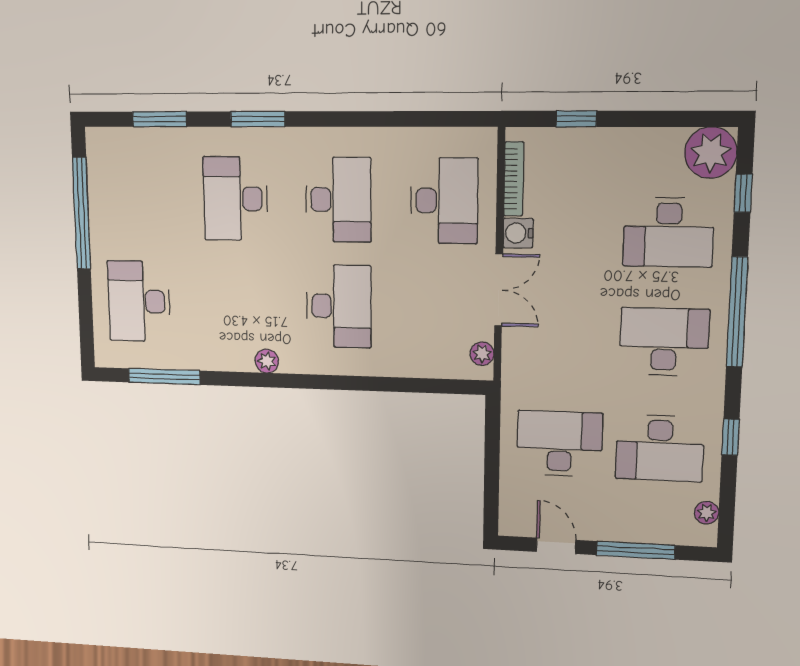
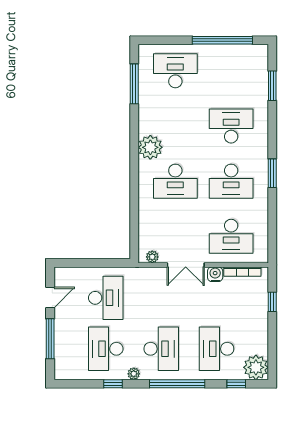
window: (258, 119) -> (272, 173), moved
plant: (267, 361) -> (150, 147), width x1.88, depth x1.88
plant: (707, 513) -> (134, 374), moved

